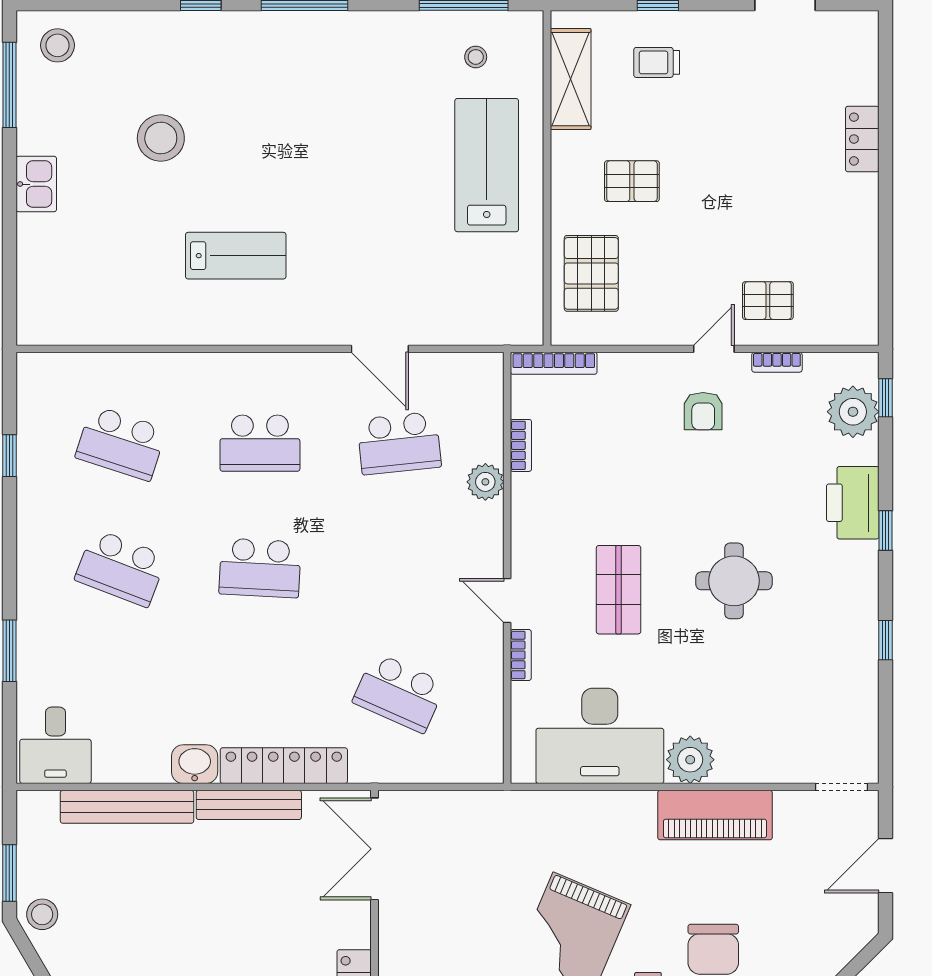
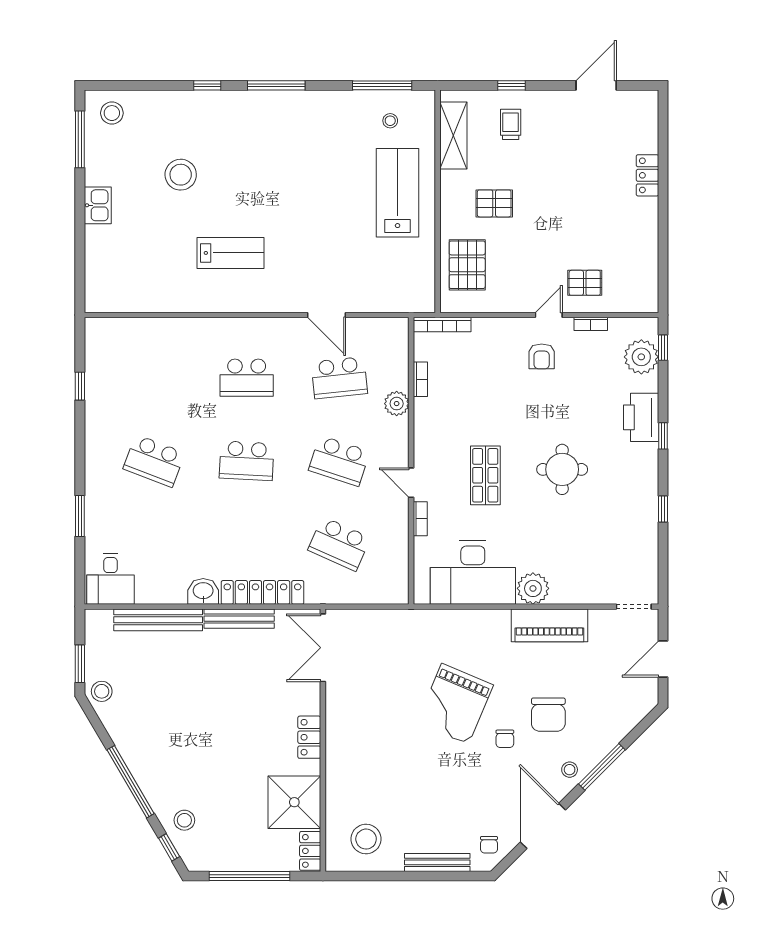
trolley: (657, 62) -> (511, 124), turned 90
school desk: (121, 443) -> (339, 461), moved

